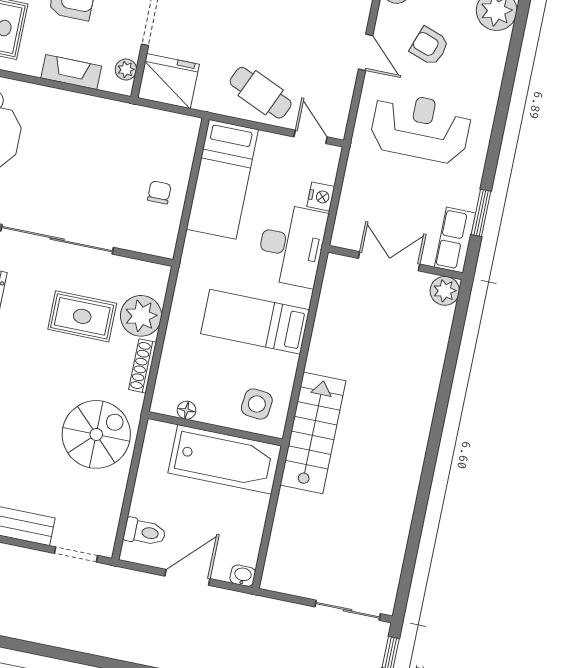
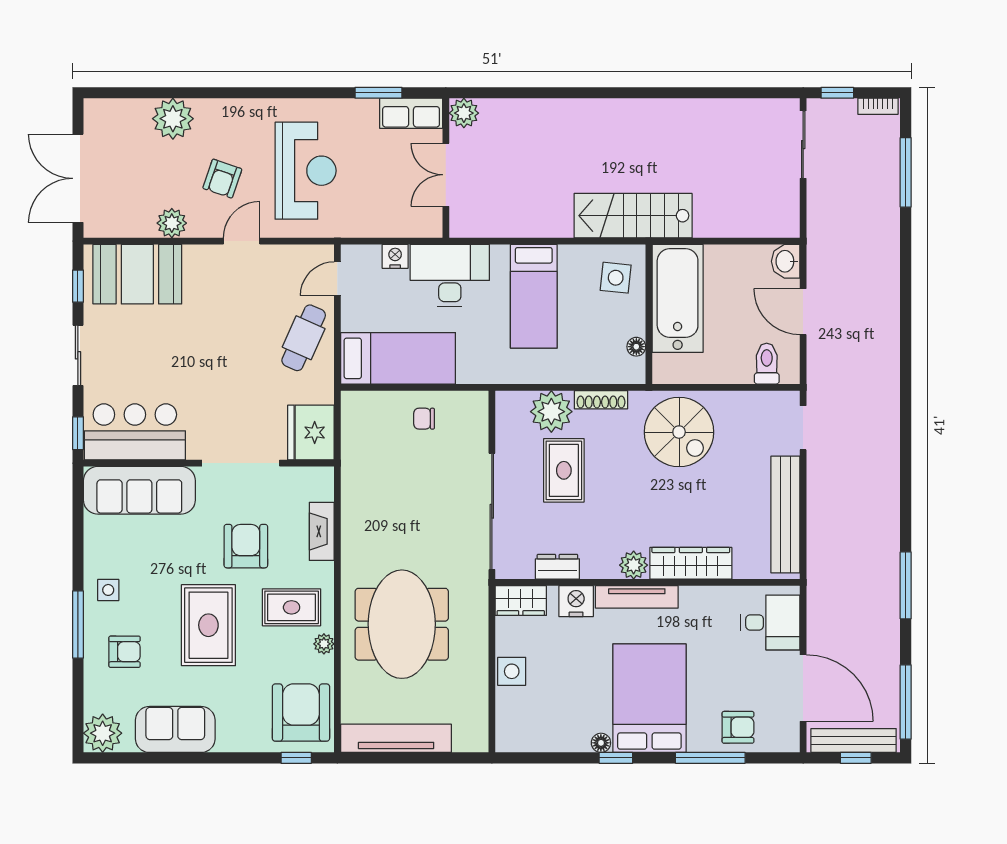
plant: (126, 69) -> (308, 477), removed
reception desk: (421, 128) -> (306, 171), turned 180
spiral stairs: (96, 434) -> (679, 432), turned 180
washbasin: (243, 576) -> (786, 261), width x1.38, depth x1.45

